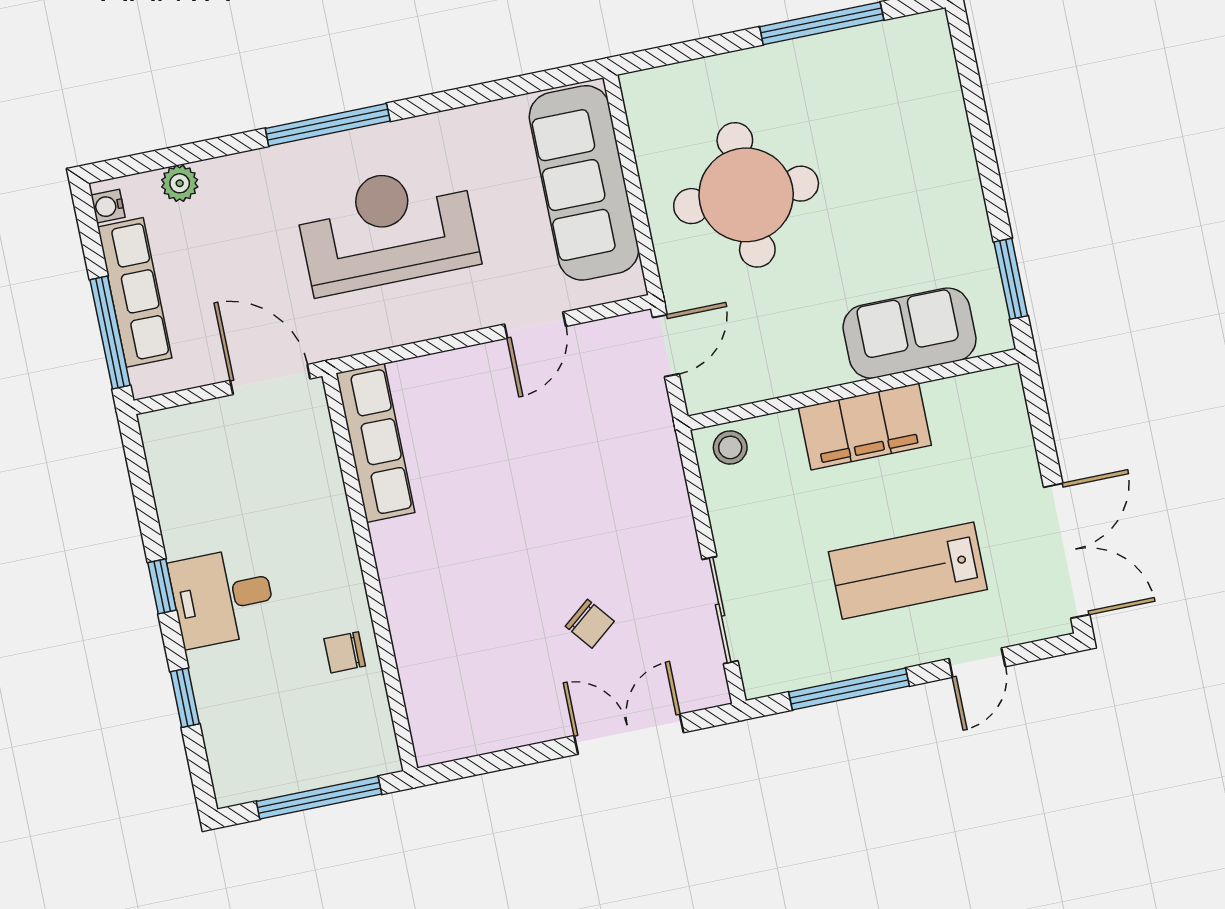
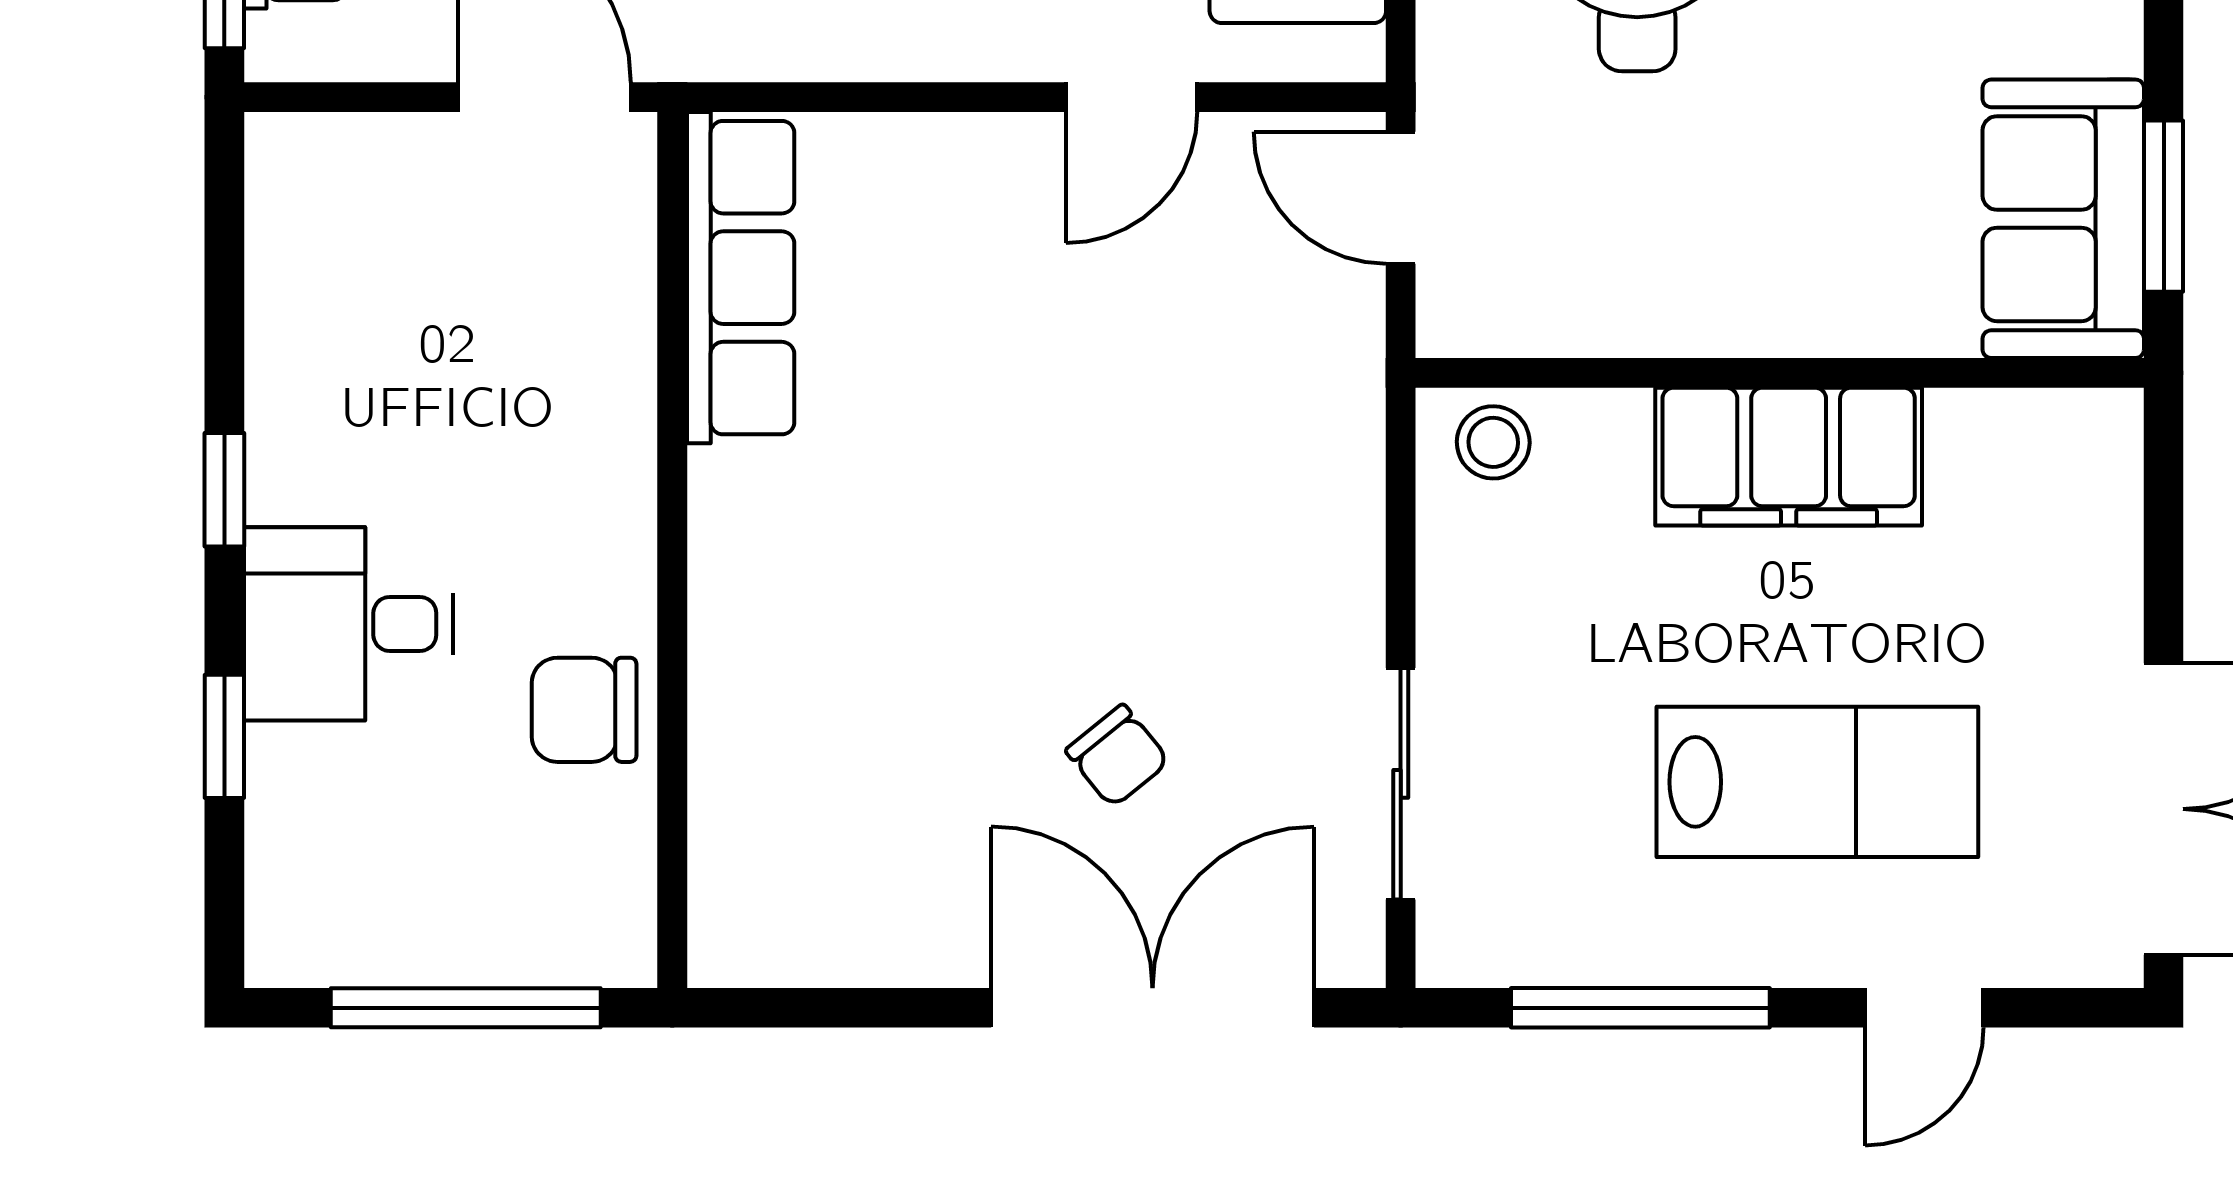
sofa: (910, 333) -> (2063, 219), moved, turned -90
door: (666, 346) -> (1401, 198), swing flipped
lab bench: (908, 571) -> (1817, 782), turned 180
desk: (223, 597) -> (348, 624), moved
chair: (345, 652) -> (584, 710), width x1.37, depth x1.37
double door: (629, 734) -> (1153, 1008), width x1.37

